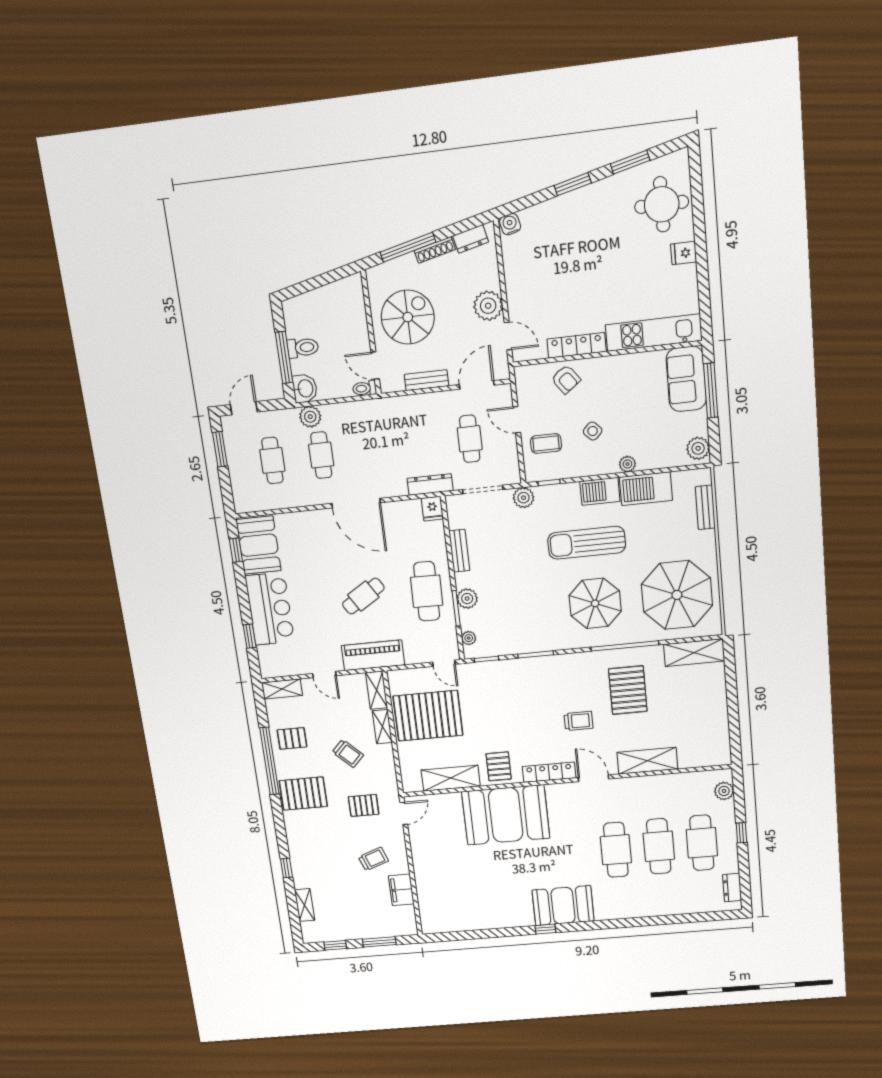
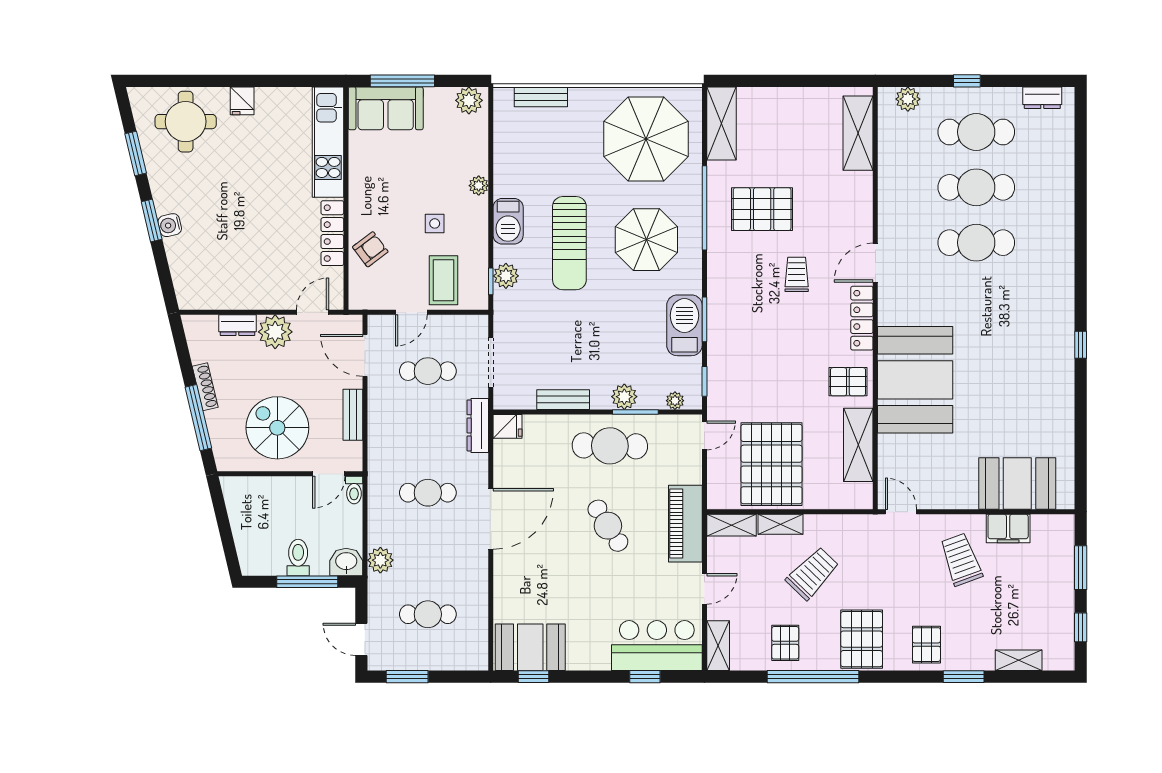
water cooler: (510, 224) -> (170, 225), moved
dresser: (471, 239) -> (237, 325), moved, turned 103
side table: (593, 431) -> (435, 223), turned 45
coffee table: (546, 444) -> (444, 280), width x1.36, depth x1.30
cafe table: (321, 455) -> (428, 493), moved
barbecue: (646, 489) -> (684, 325), moved, turned 180
plant: (523, 498) -> (506, 276), moved
bar counter: (270, 609) -> (657, 646), moved
trolley: (348, 753) -> (812, 573), width x1.36, depth x1.39
shelving: (647, 761) -> (858, 133), moved
pallet: (364, 805) -> (926, 645), moved
trolley: (373, 859) -> (961, 560), width x1.36, depth x1.39
window: (286, 868) -> (964, 677), width x1.50
booth: (563, 906) -> (1017, 484), moved, turned 90

